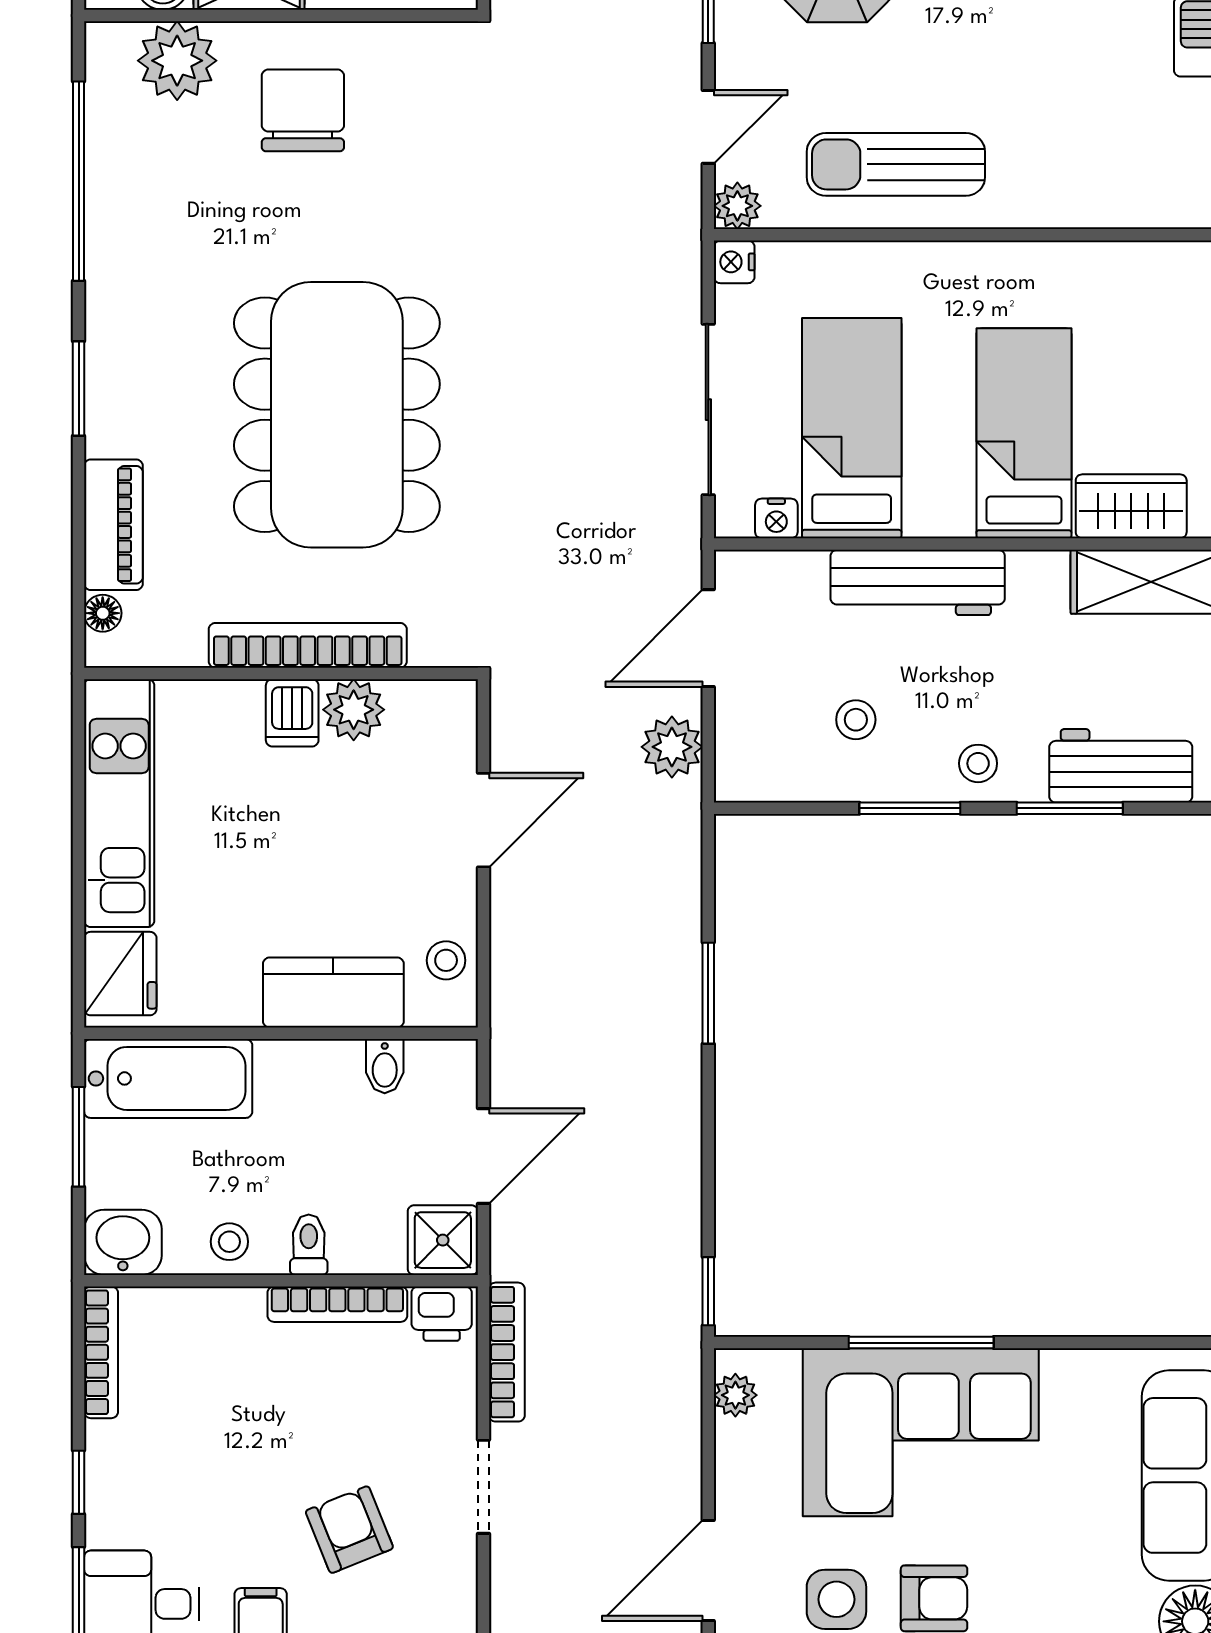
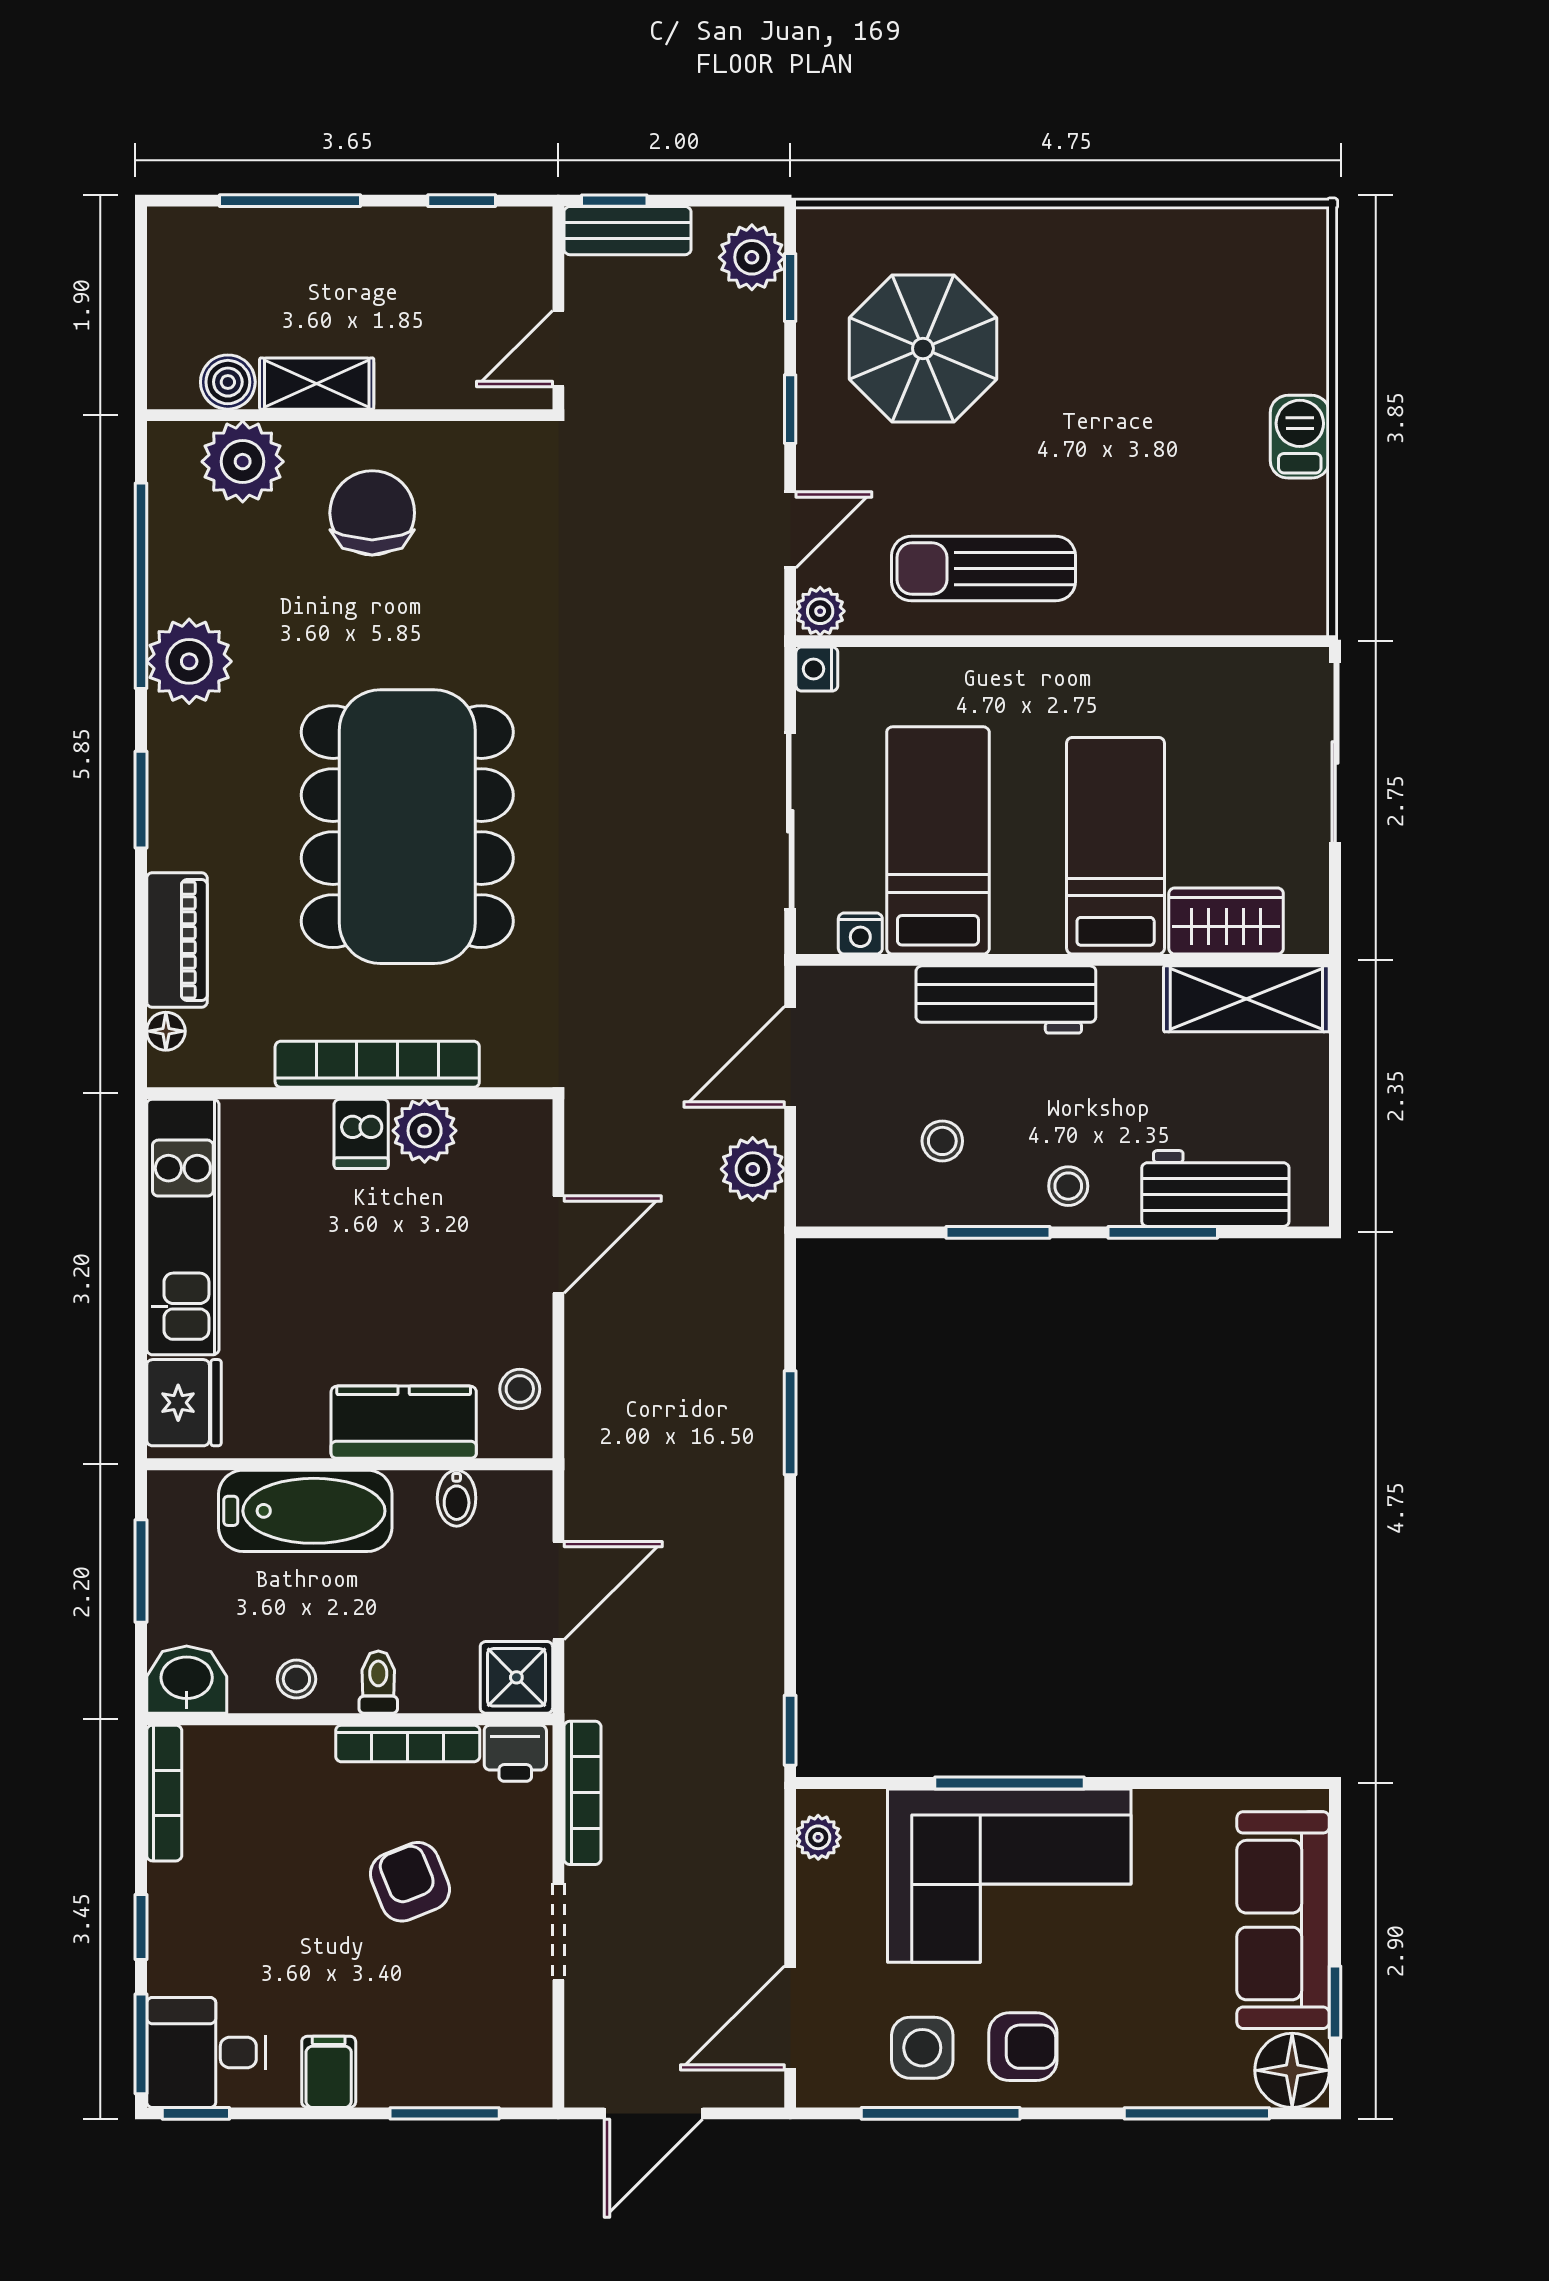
plant: (125, 254) -> (189, 661), added
bathtub: (168, 1078) -> (305, 1511), moved
armchair: (349, 1530) -> (410, 1882), moved

